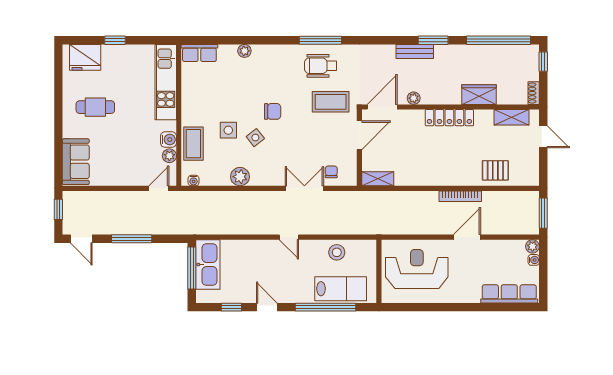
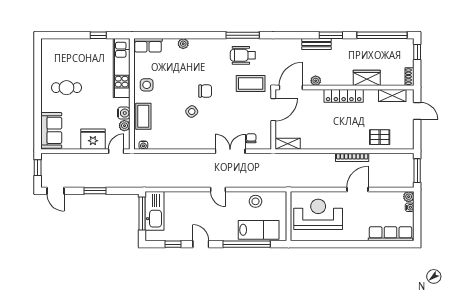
window: (115, 40) -> (98, 35), moved
fridge: (85, 57) -> (93, 139), moved, turned 180
side table: (228, 130) -> (147, 85), moved
plant: (240, 177) -> (180, 142), removed
window: (132, 239) -> (95, 191), width x0.69

